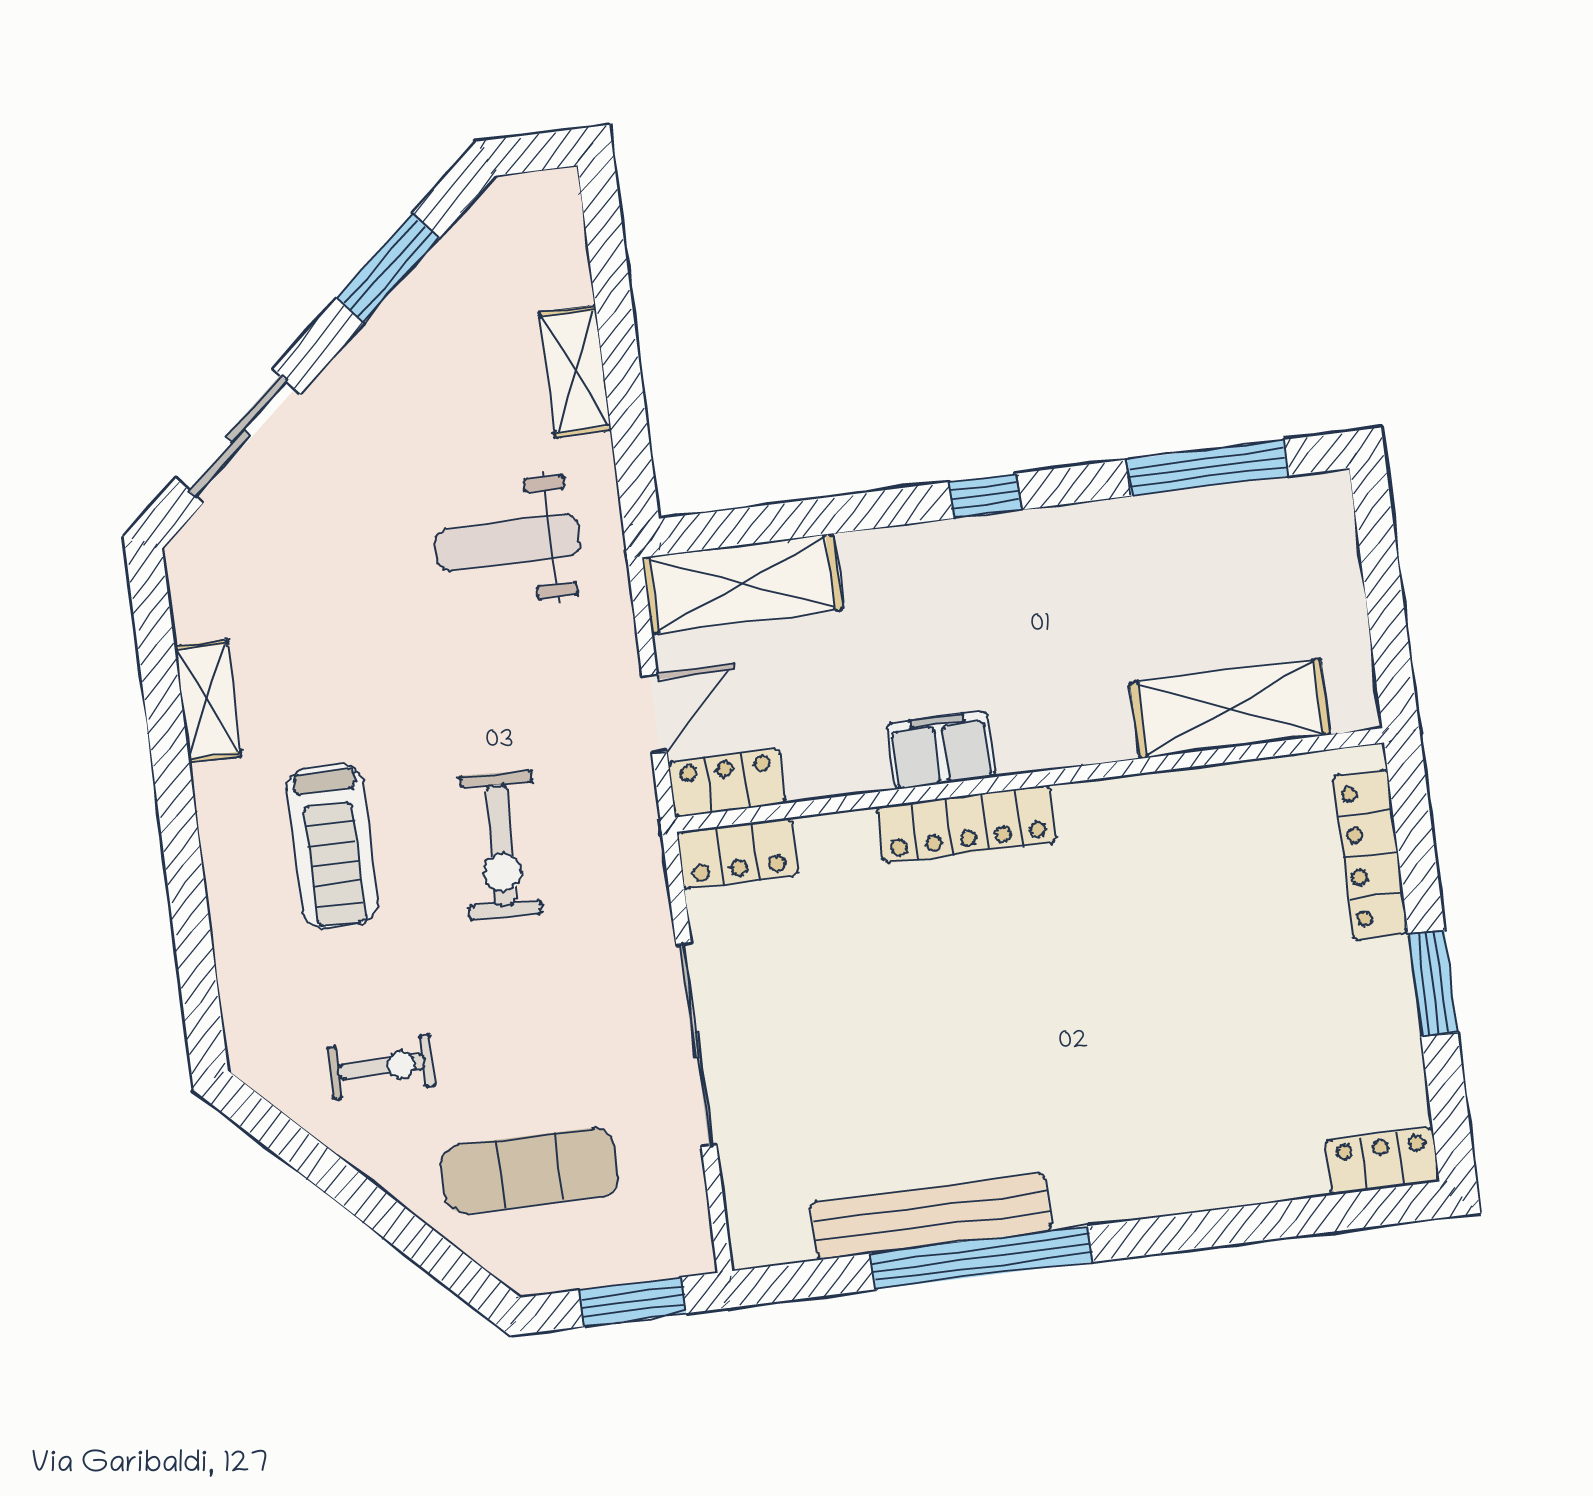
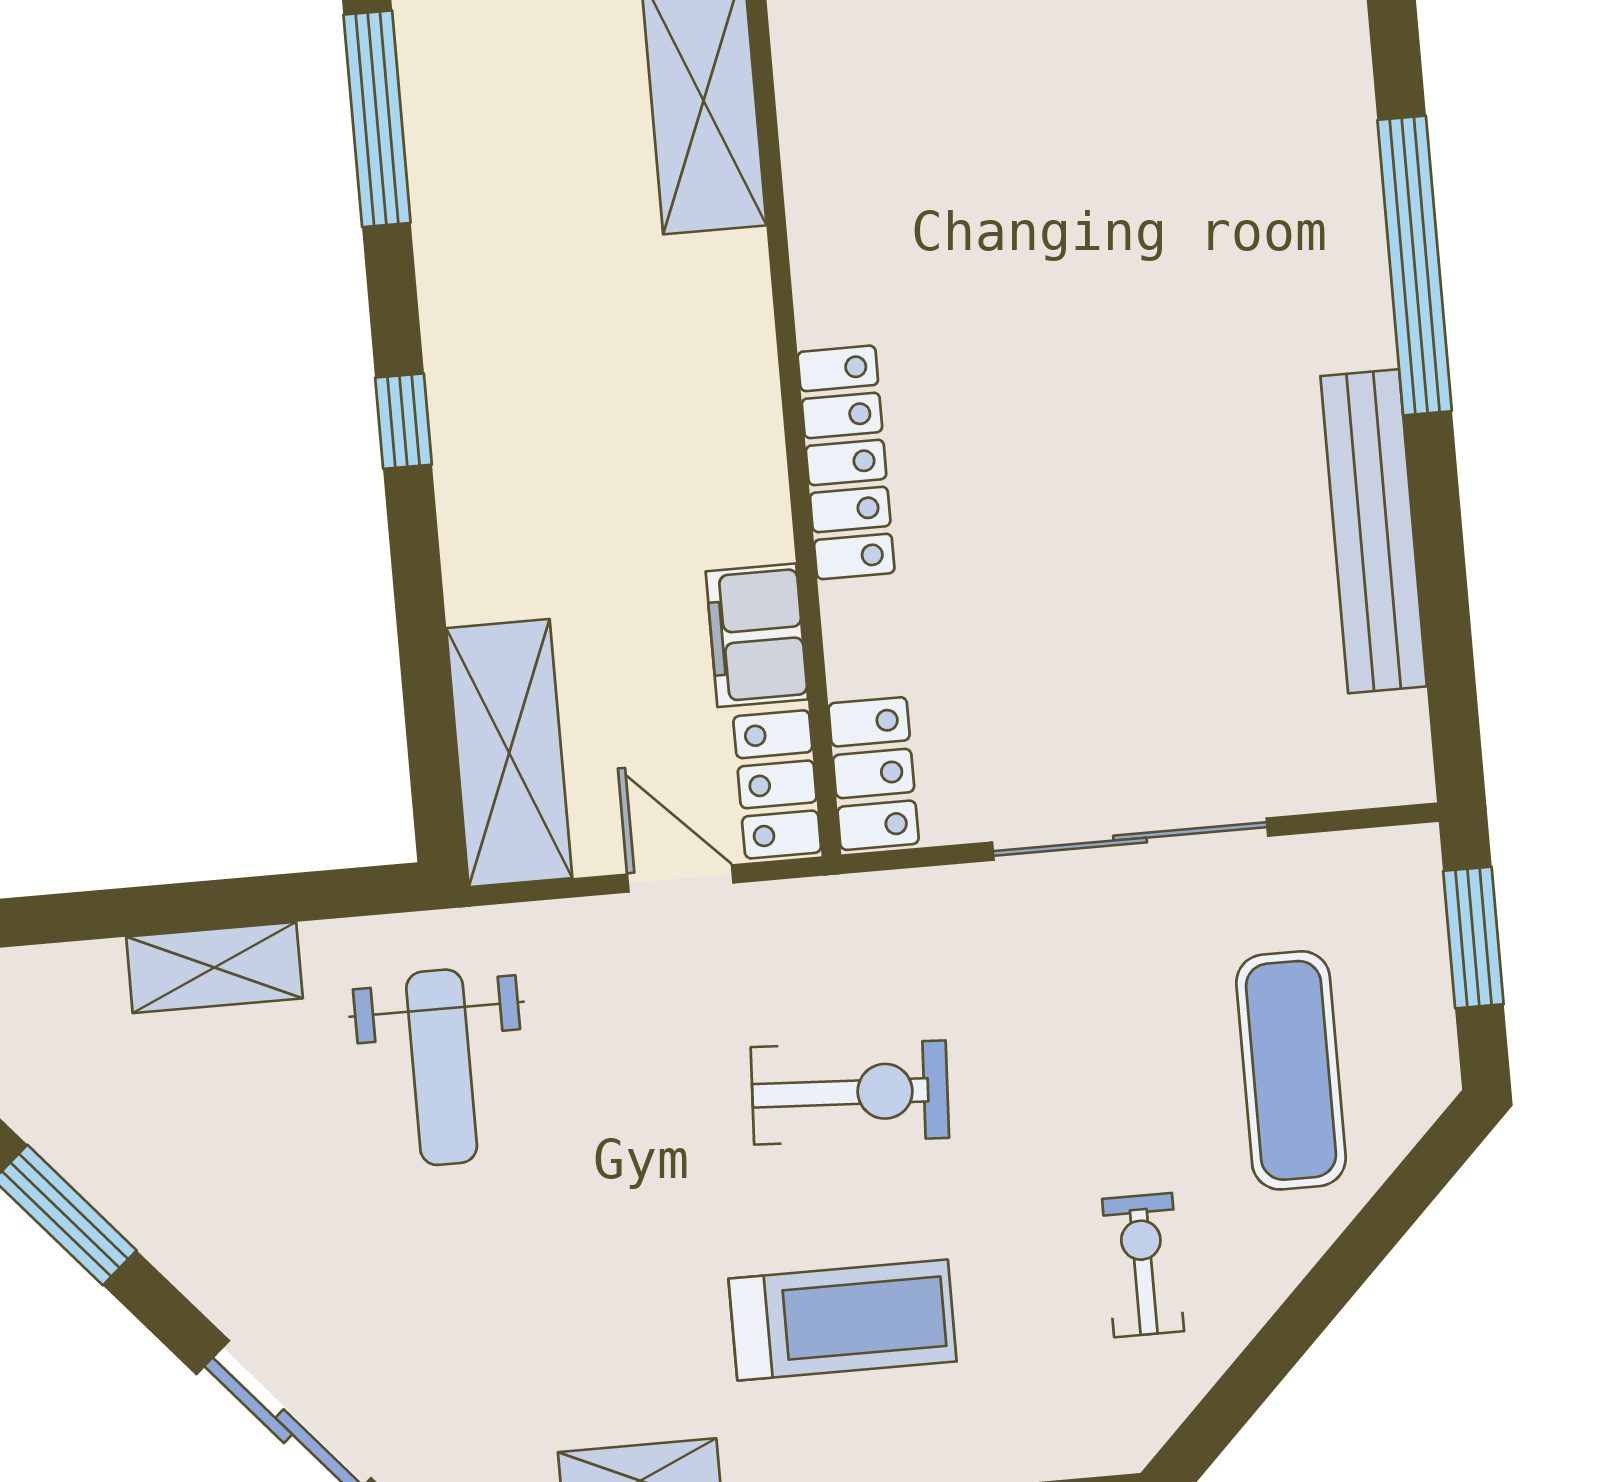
filing cabinet: (941, 750) -> (757, 635), moved
window: (981, 1258) -> (1415, 266), moved

